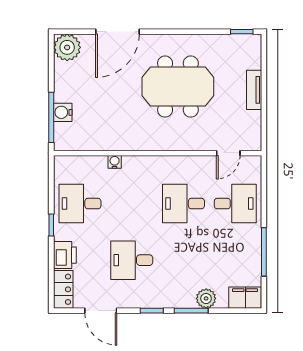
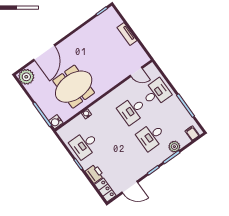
meeting table: (178, 87) -> (74, 87), moved
water cooler: (63, 112) -> (56, 122), moved
door: (228, 153) -> (136, 72), hinge flipped
desk: (132, 260) -> (151, 136), moved
filing cabinet: (245, 298) -> (192, 133), width x0.50

